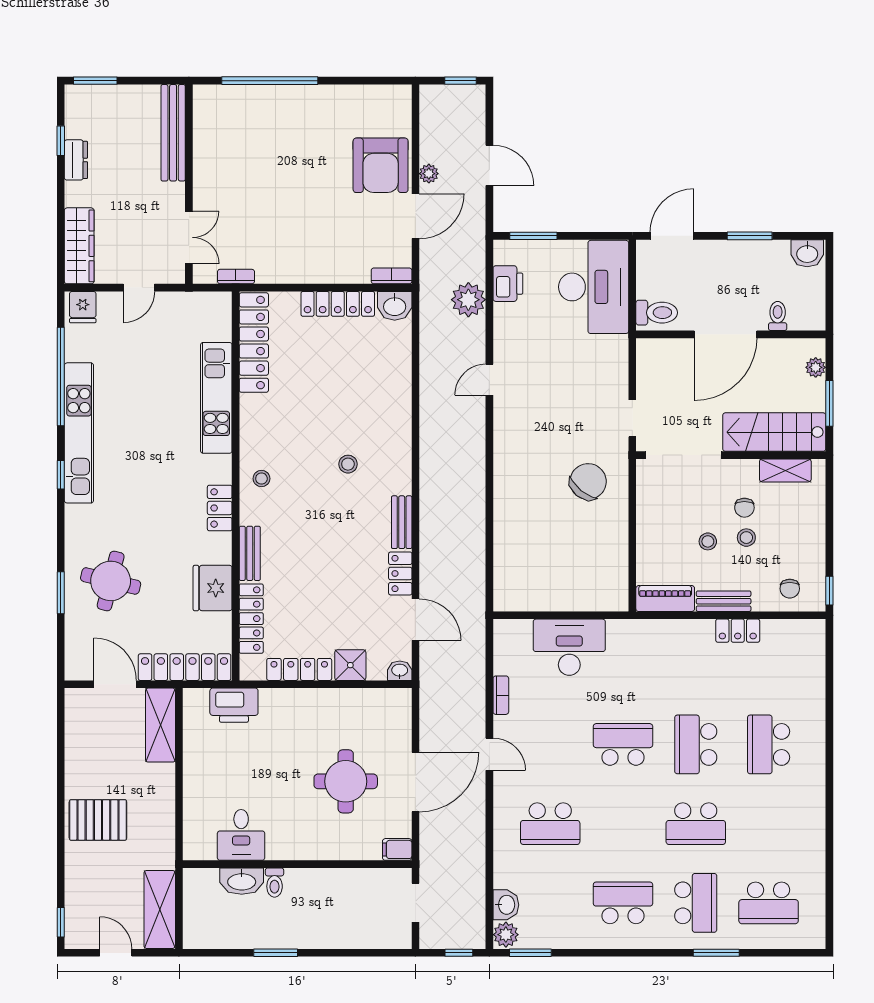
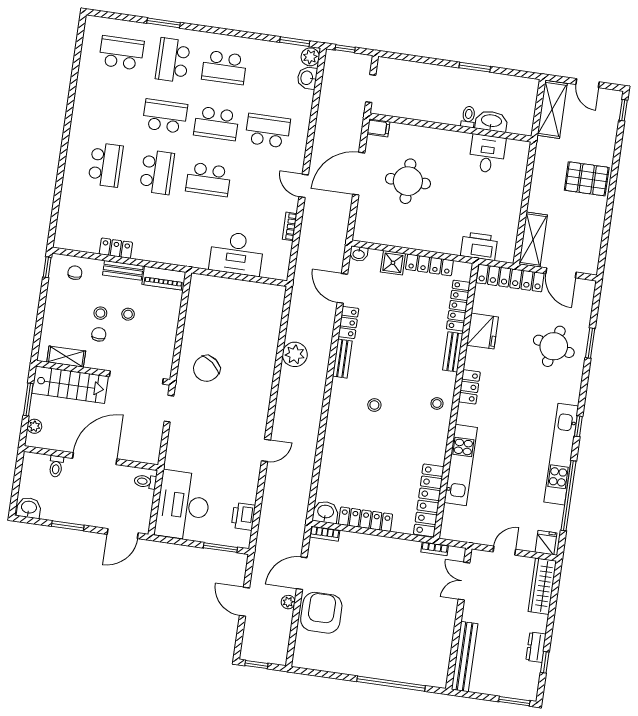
plant: (468, 300) -> (295, 354), moved
toilet: (657, 313) -> (145, 482), width x0.73, depth x0.72
school desk: (623, 824) -> (216, 123), added

